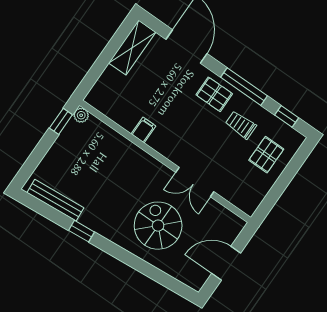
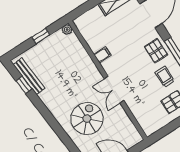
window: (61, 121) -> (41, 36), moved
double door: (195, 182) -> (114, 90), moved
window: (81, 231) -> (24, 85), moved

